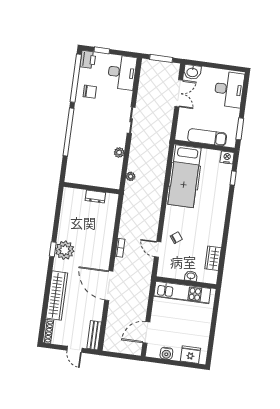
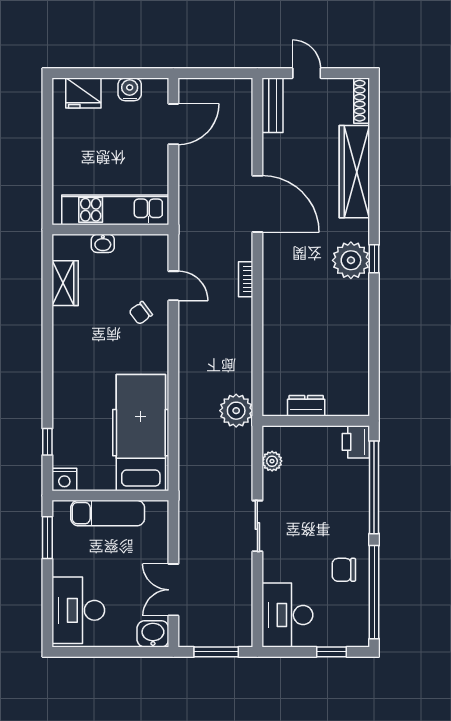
printer: (88, 59) -> (356, 442), moved
plant: (131, 176) -> (236, 411), width x1.88, depth x1.88
wall: (91, 188) -> (316, 421), moved
dresser: (95, 197) -> (306, 406), moved

